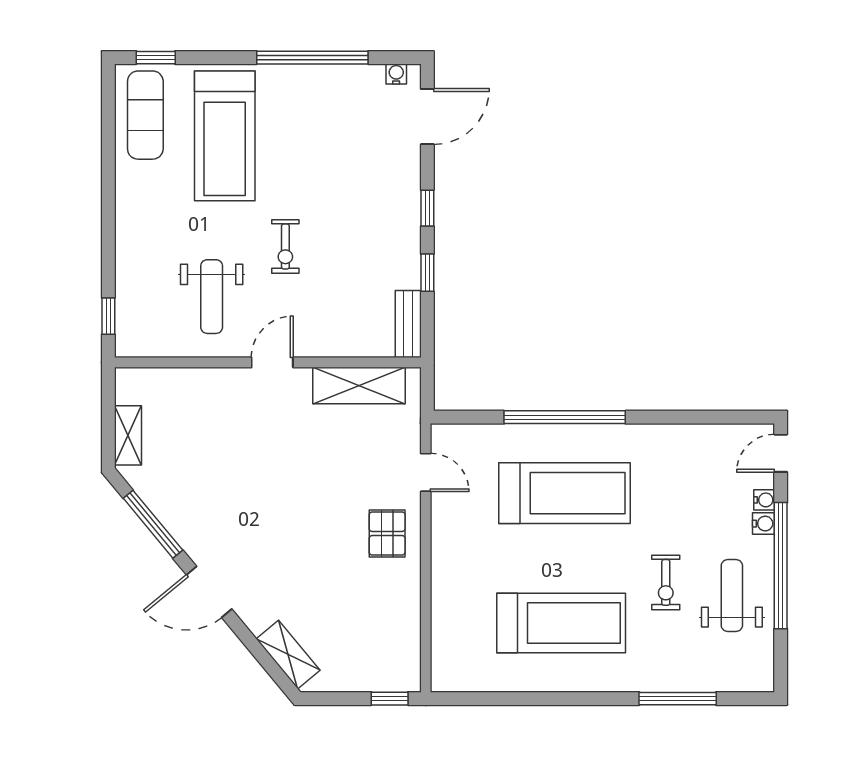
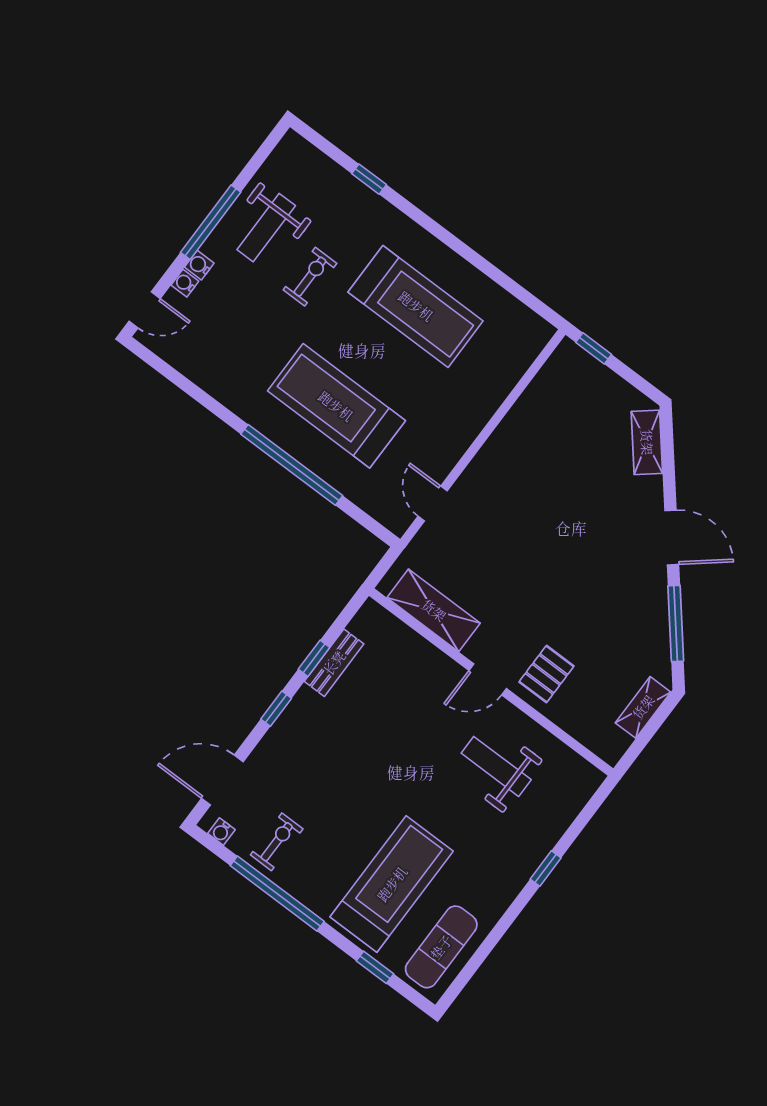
window: (156, 58) -> (375, 967), moved
exercise bike: (285, 247) -> (277, 842), moved
weight bench: (212, 297) -> (496, 766), turned -90
window: (108, 316) -> (546, 868), moved
bench: (408, 324) -> (334, 663), moved
pallet: (387, 534) -> (546, 674), moved
window: (781, 566) -> (211, 222), width x0.68
treadmill: (561, 623) -> (416, 306), turned 180
window: (678, 699) -> (369, 179), width x0.46

